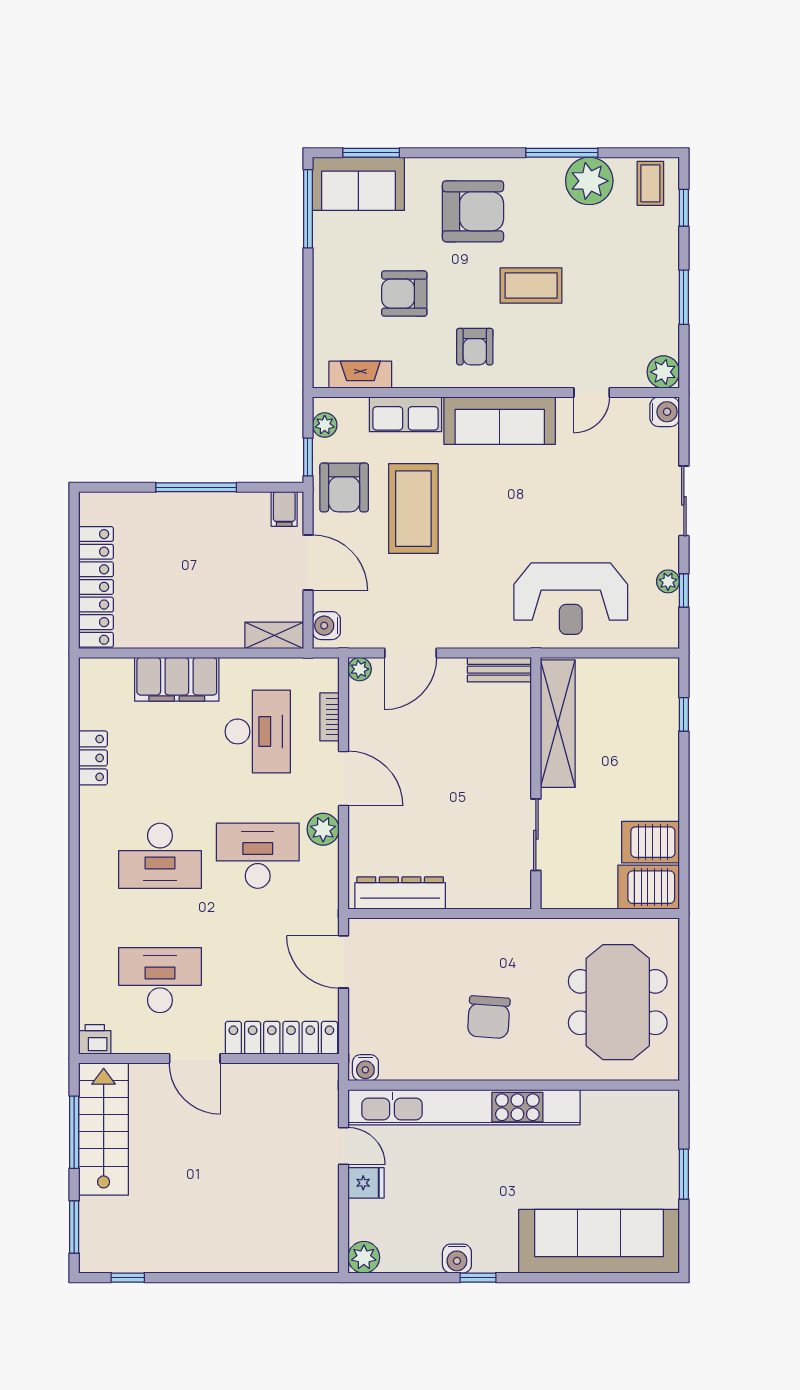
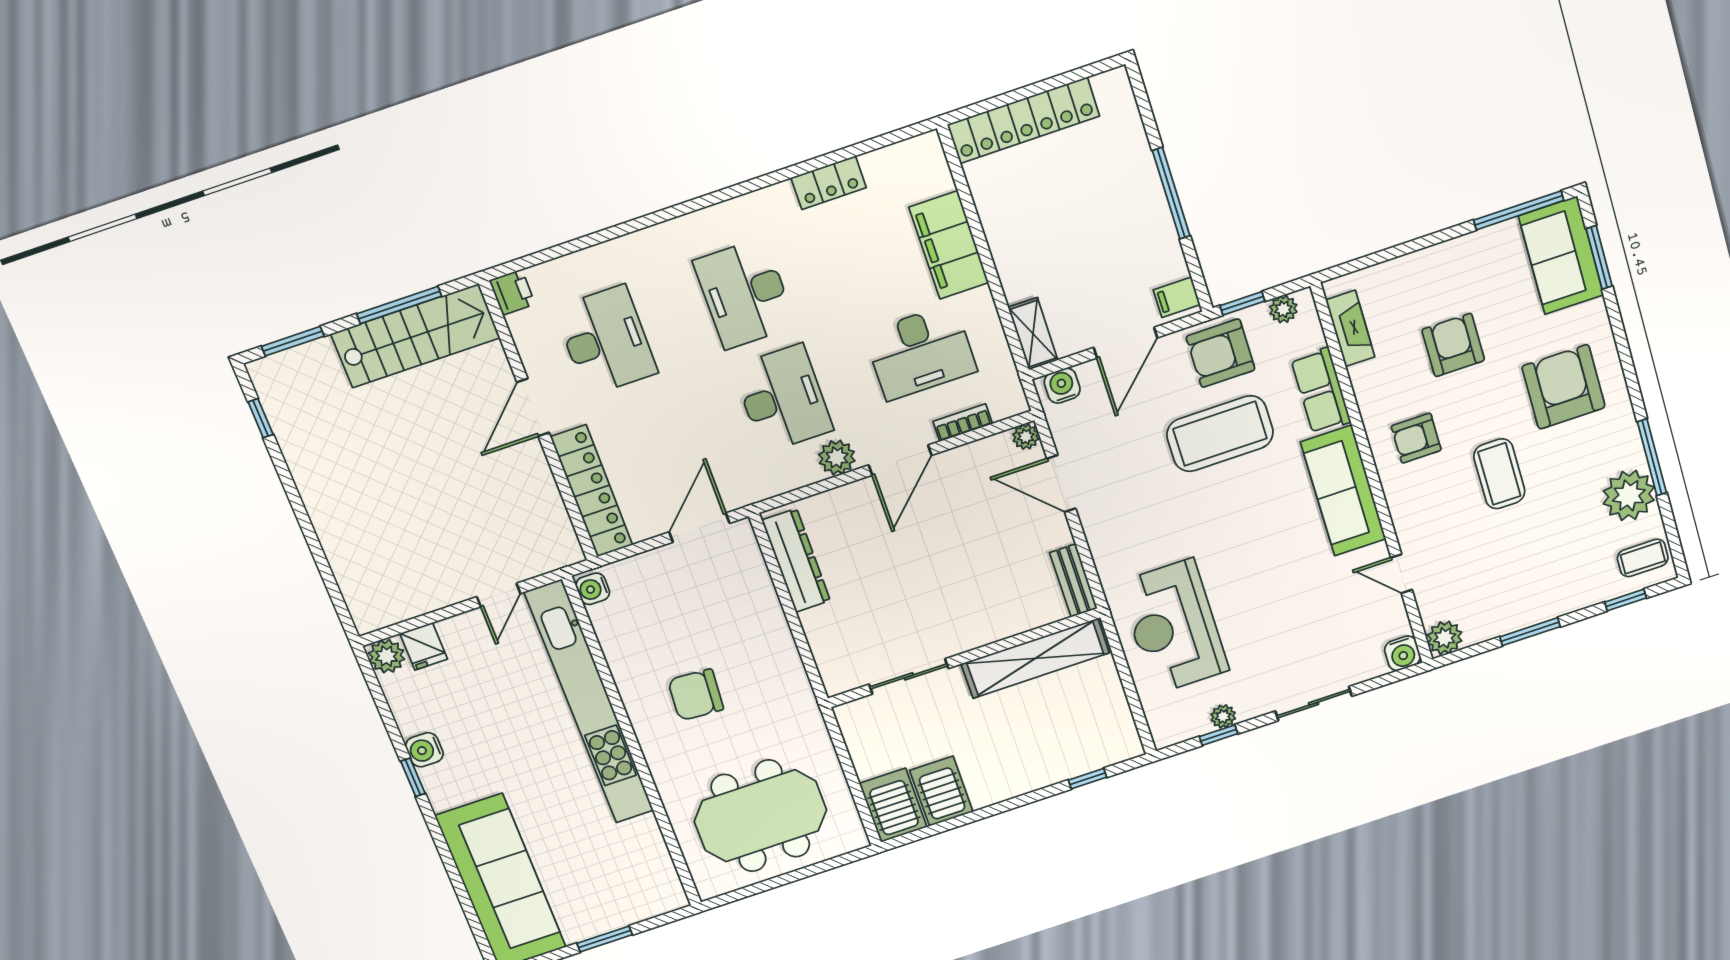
armchair: (473, 211) -> (1564, 387), turned 180
fridge: (366, 1183) -> (424, 646), moved

